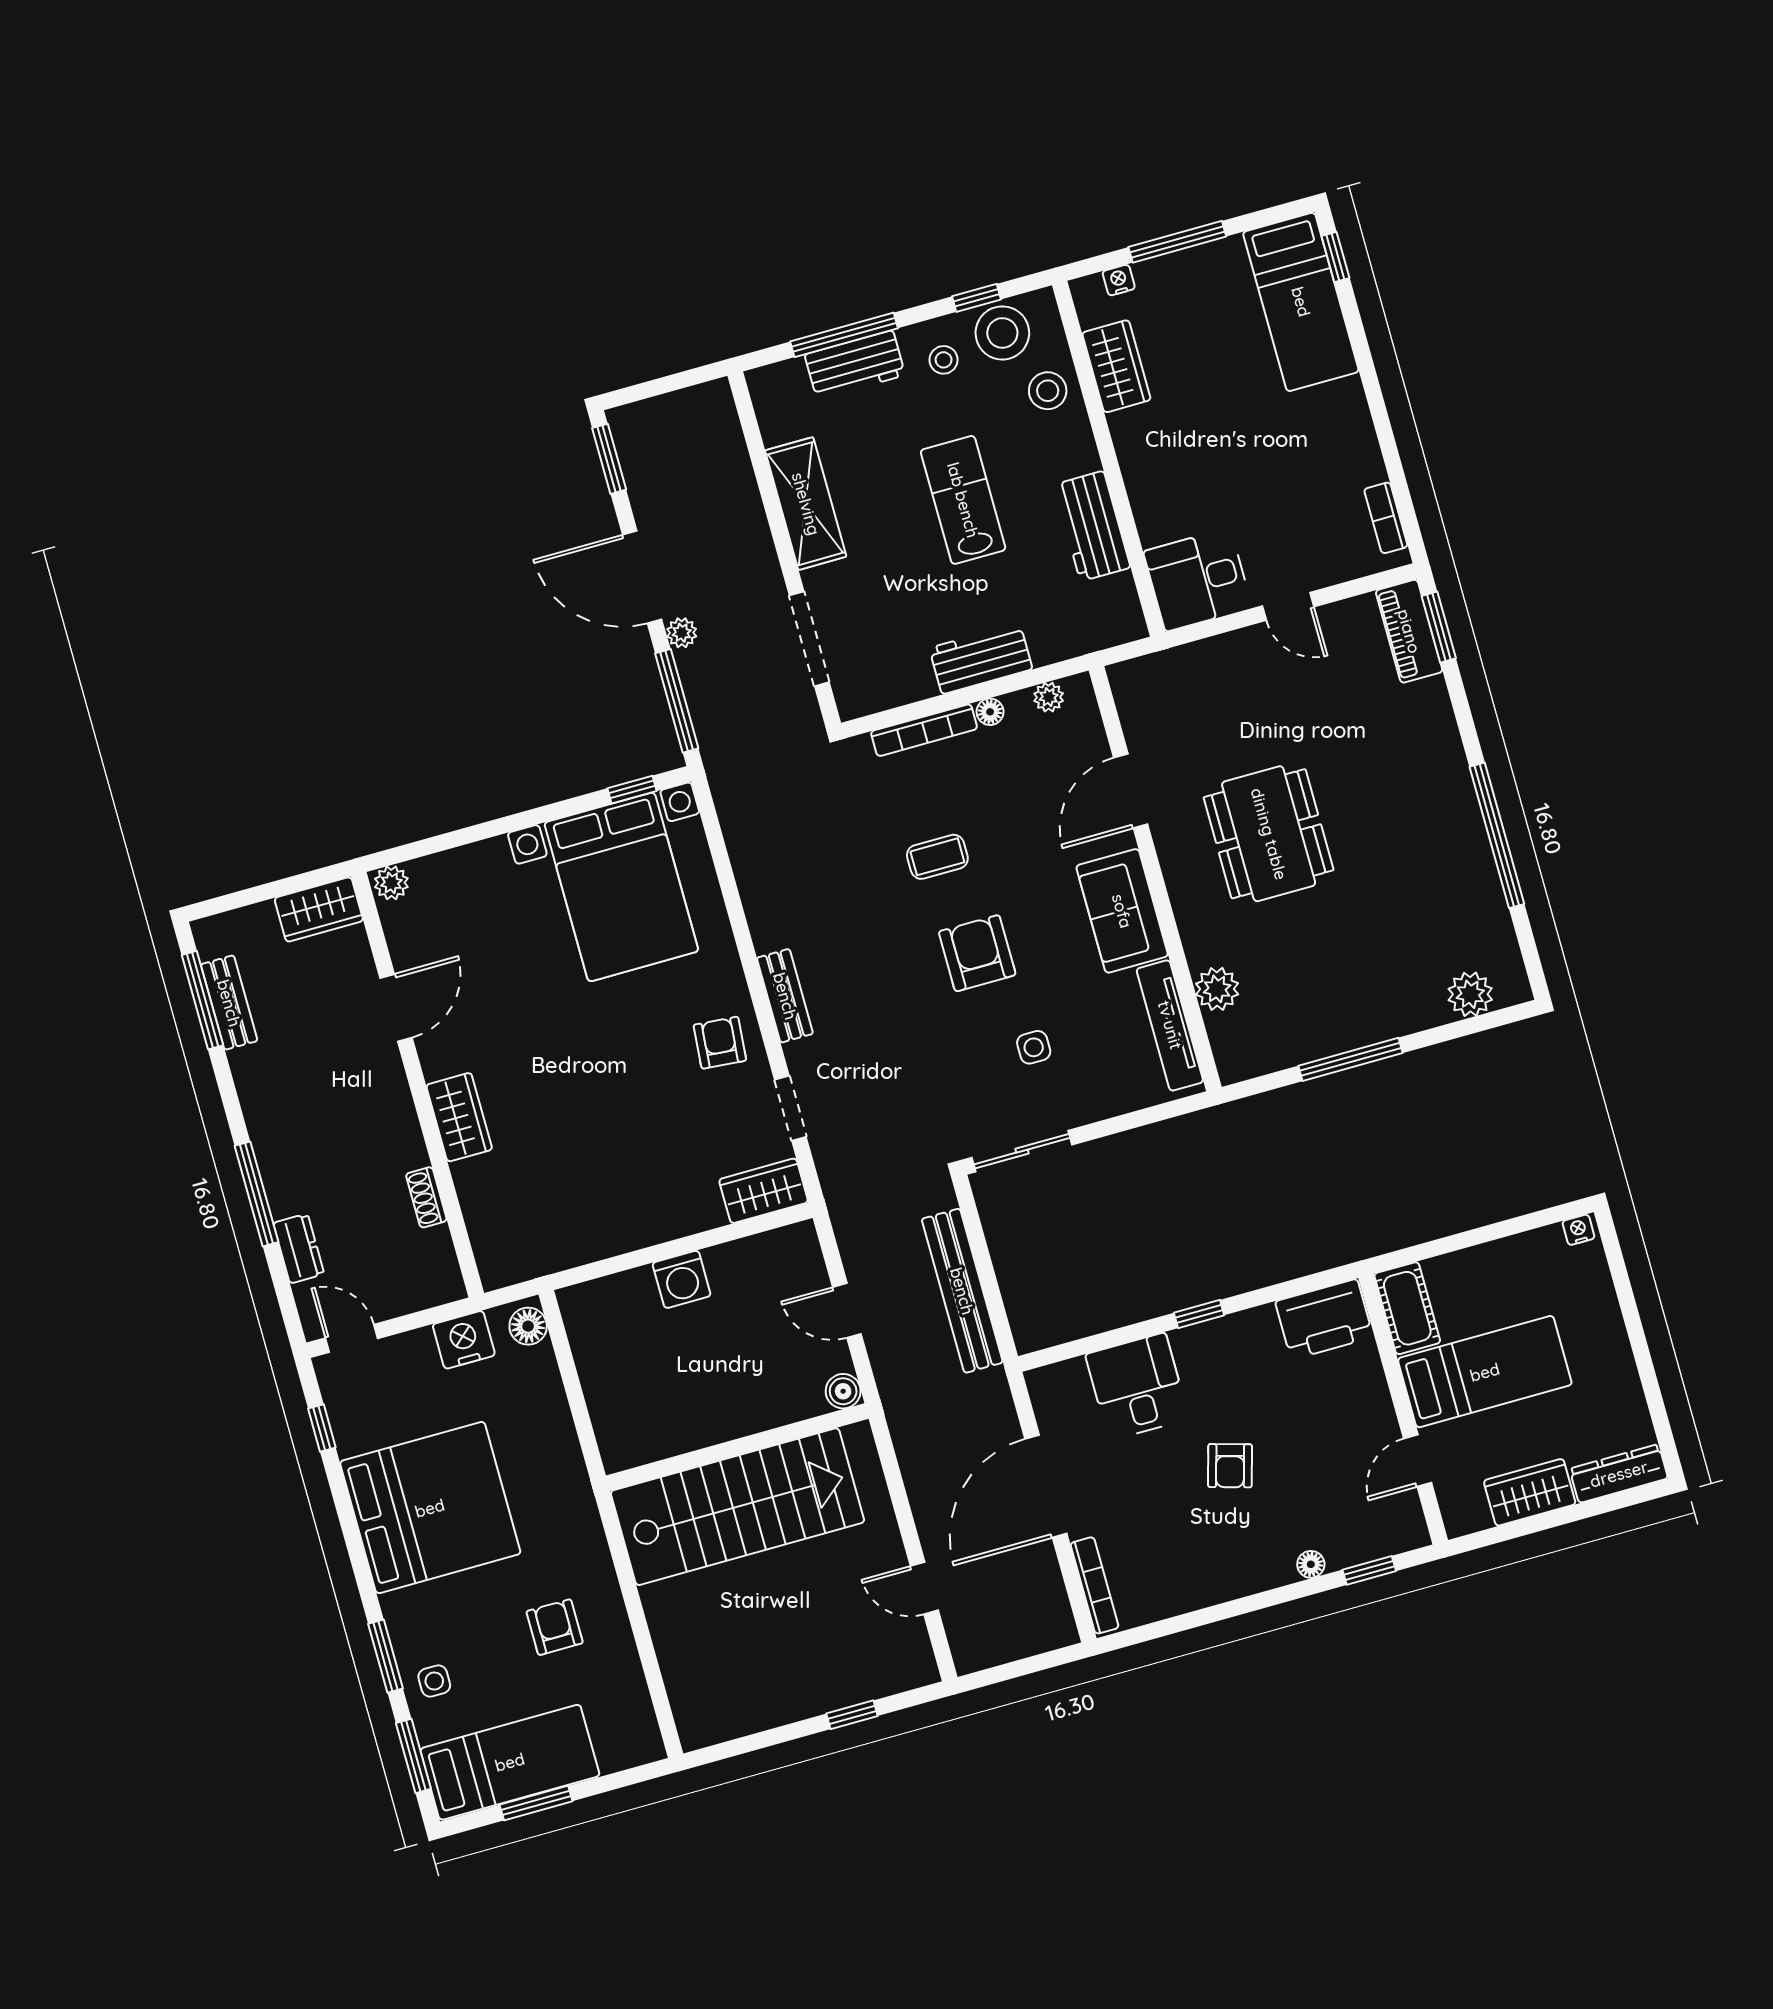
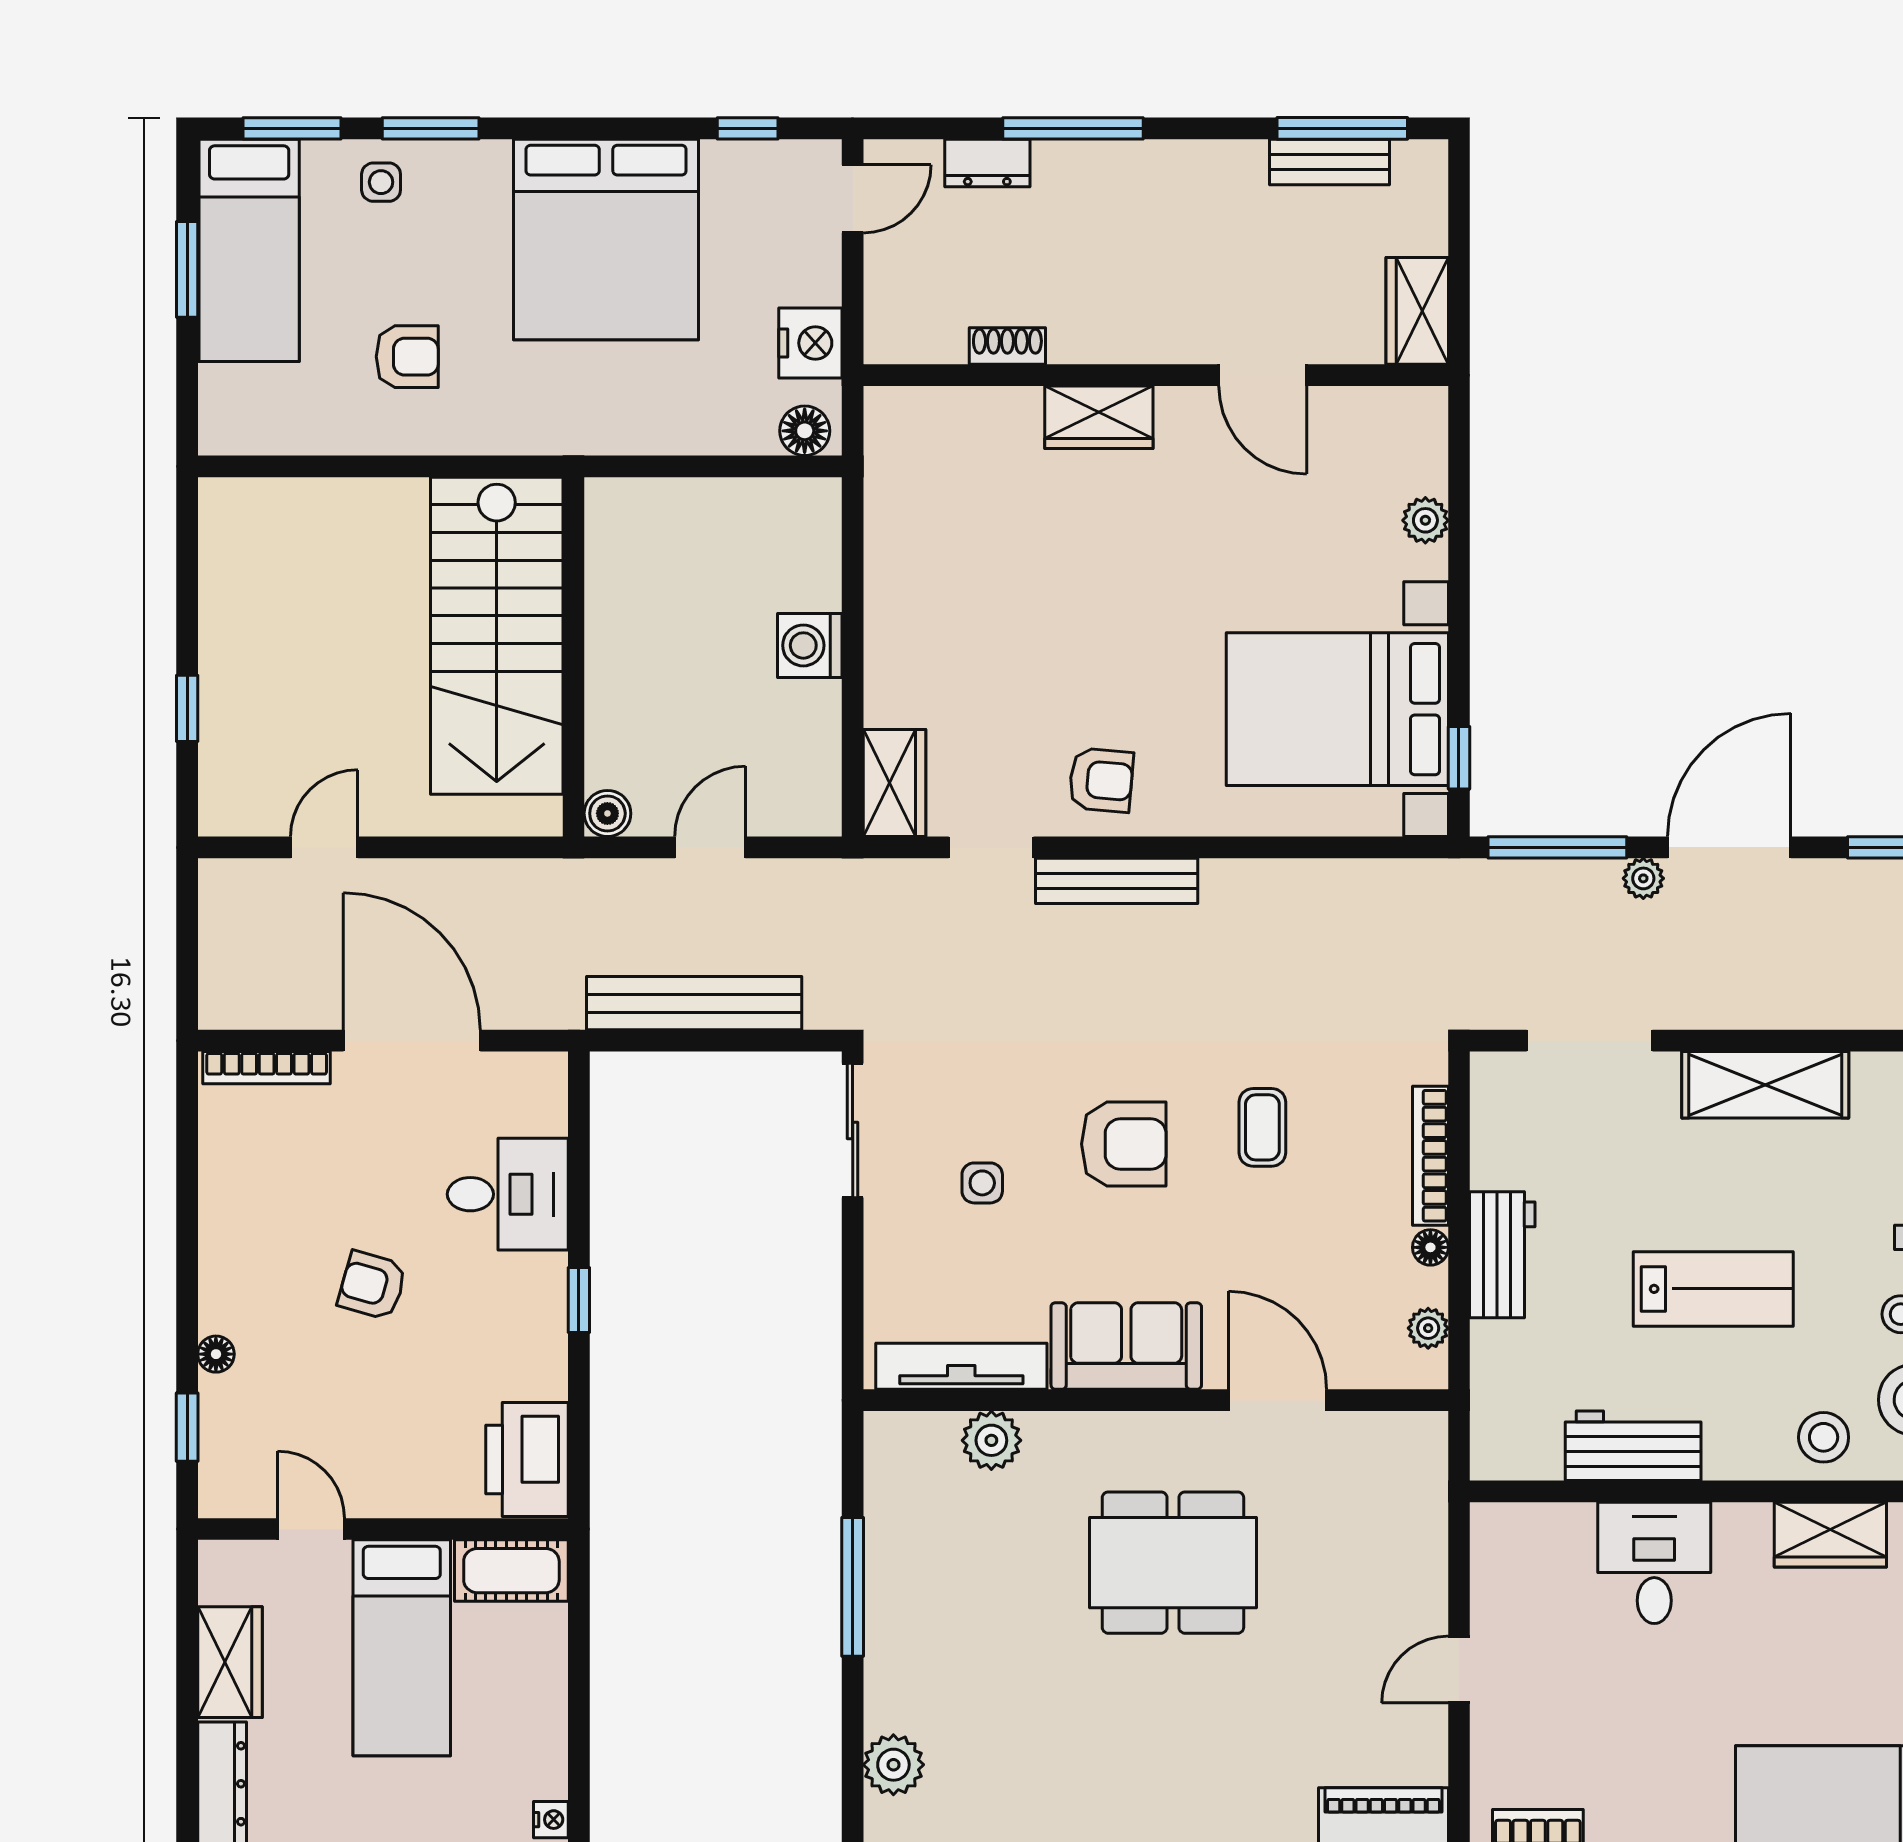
desk: (1198, 580) -> (1654, 1563), moved
plant: (391, 883) -> (1425, 520), moved
bench: (785, 996) -> (1117, 881), width x1.36

